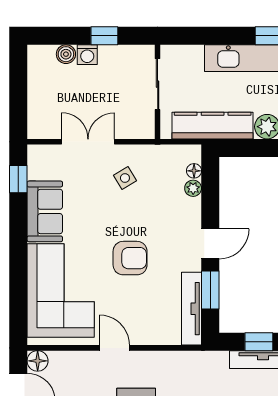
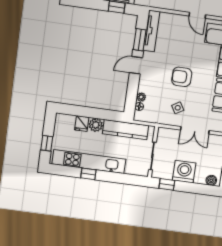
window: (104, 36) -> (167, 184), moved
boiler: (66, 54) -> (211, 180), moved
washing machine: (87, 55) -> (184, 172), width x1.89, depth x1.89
armchair: (130, 258) -> (182, 77), moved

